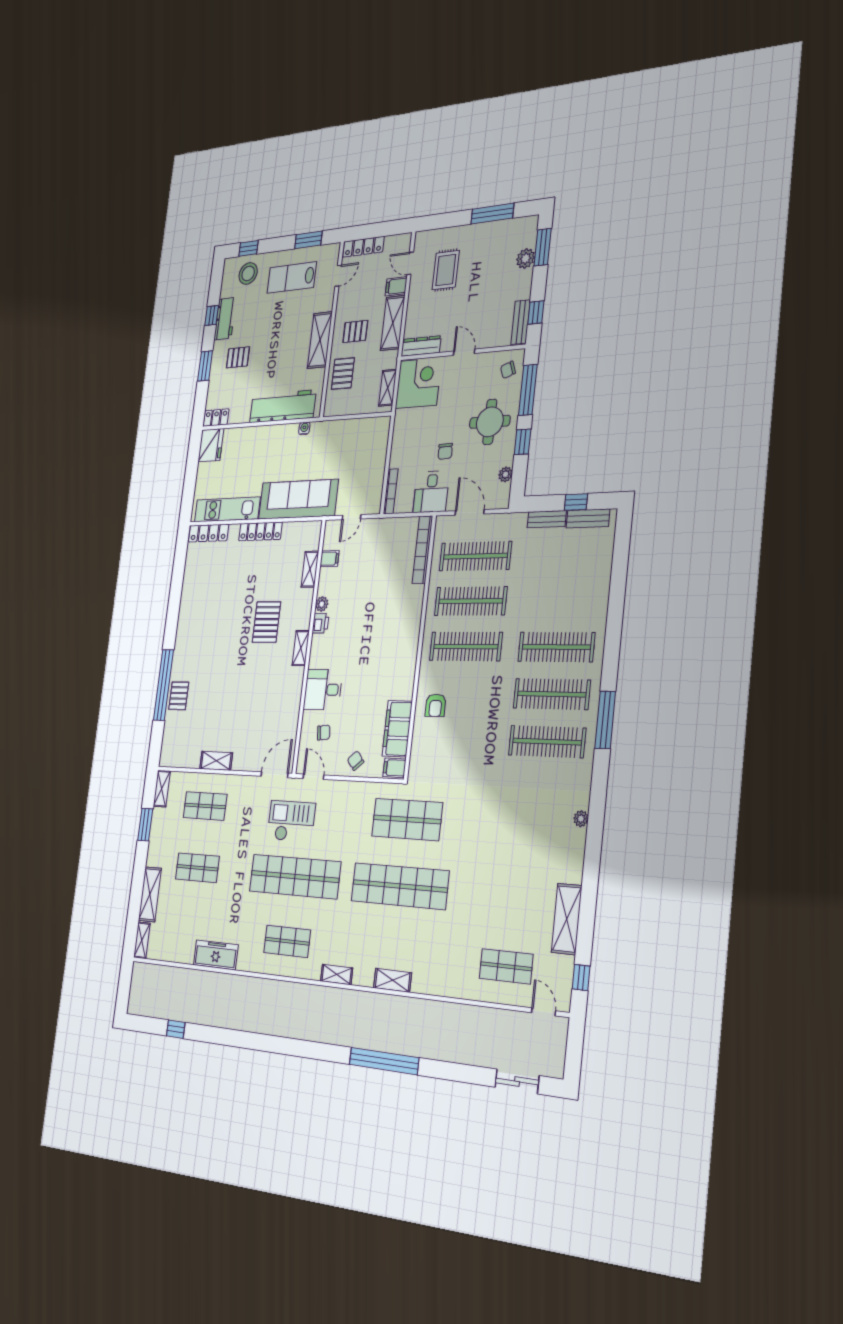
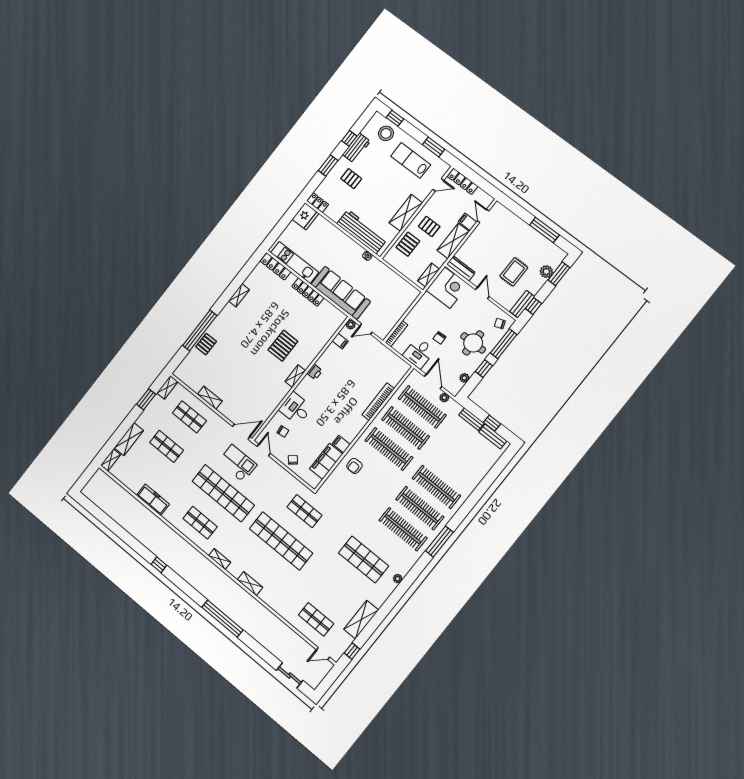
rug: (446, 270) -> (514, 272), moved
plant: (496, 521) -> (444, 398), added
bookcase: (422, 550) -> (378, 402), moved
shelving: (310, 569) -> (239, 295), moved
plant: (322, 604) -> (351, 325), moved
filing cabinet: (394, 768) -> (341, 444), moved
shop shelf: (407, 819) -> (304, 511), width x0.70, depth x0.74
shop shelf: (520, 827) -> (364, 559), added
door: (544, 1012) -> (323, 653), swing flipped
window: (176, 1029) -> (159, 565), moved

